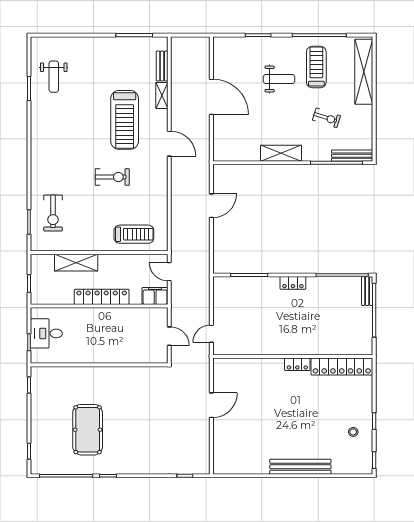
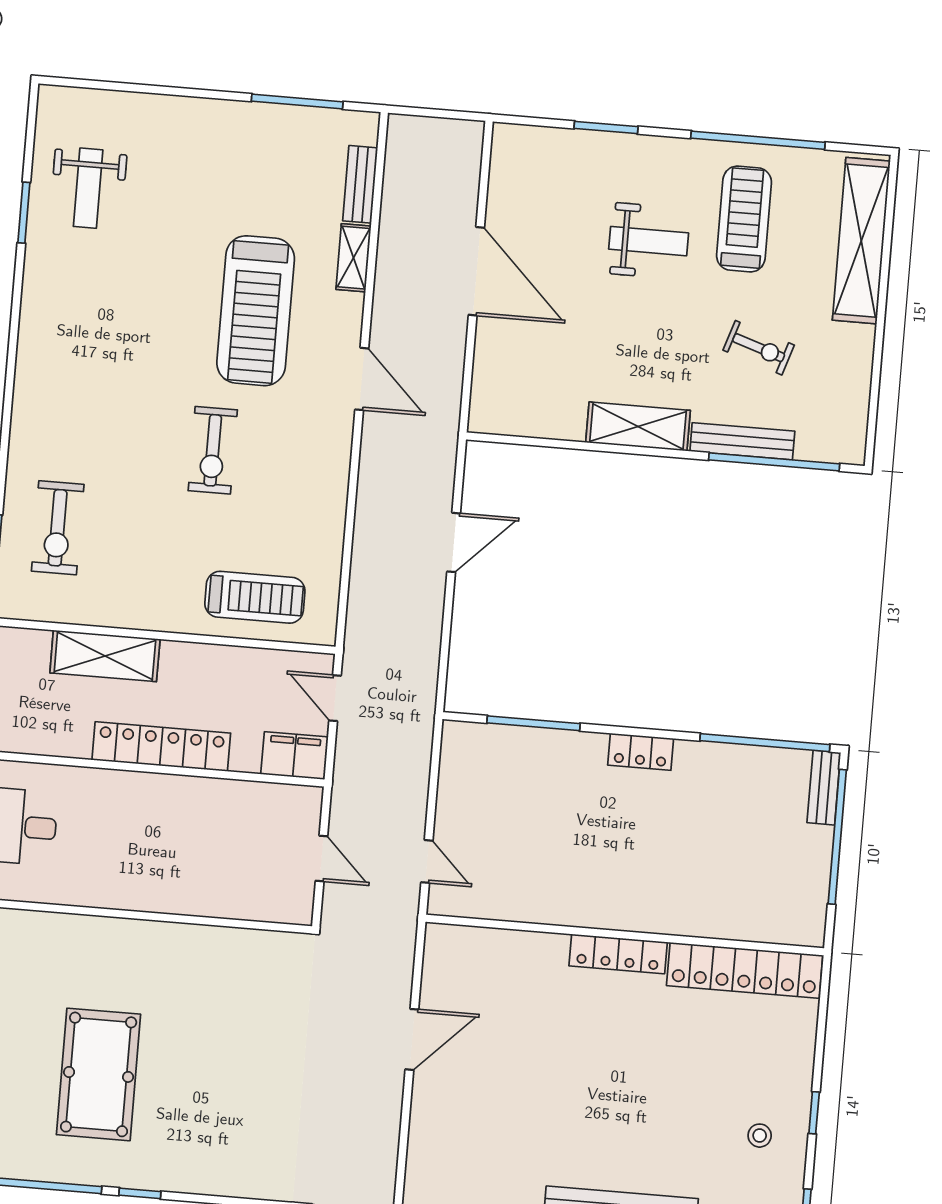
bench: (352, 156) -> (742, 441), moved
exercise bike: (112, 177) -> (213, 450), turned 90
door: (211, 334) -> (427, 861), swing flipped
locker: (297, 364) -> (618, 954), width x1.53

